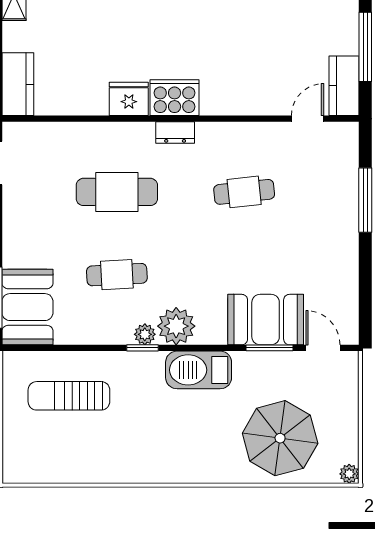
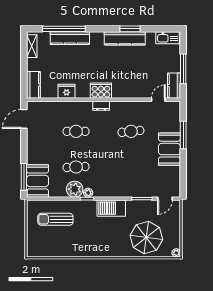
fridge: (129, 99) -> (67, 91), moved
cafe table: (117, 192) -> (76, 131), width x0.73, depth x0.74
booth: (266, 320) -> (169, 149), moved, turned 90
plant: (176, 326) -> (75, 189), moved
door: (323, 348) -> (165, 199), swing flipped

